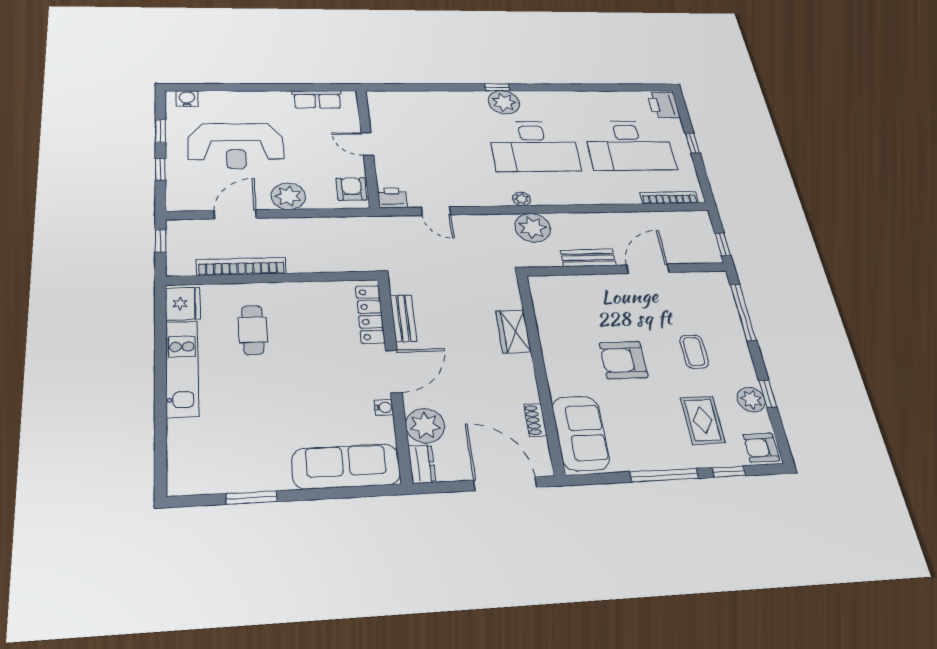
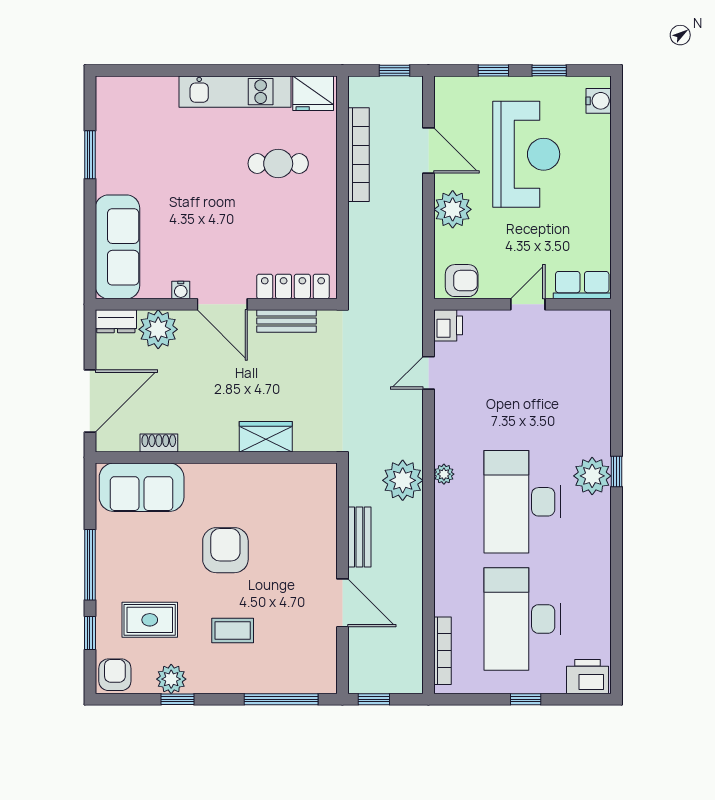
row of seats: (317, 99) -> (582, 285), moved, turned 90
reception desk: (236, 146) -> (526, 154), turned 180

